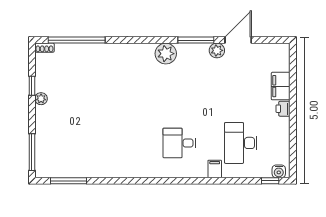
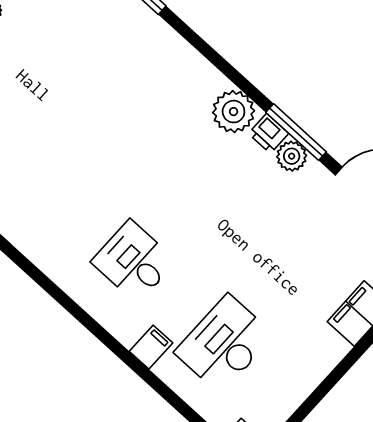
plant: (217, 50) -> (292, 156), moved
printer: (283, 109) -> (269, 133), moved, turned -90

